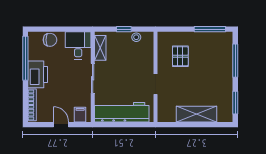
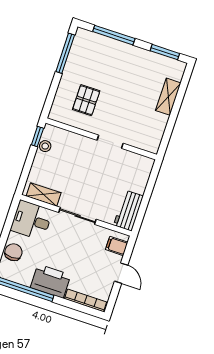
window: (124, 29) -> (37, 137), moved
pallet: (180, 56) -> (86, 100), turned 90
workbench: (122, 112) -> (128, 211), width x0.53, depth x0.76
shelving: (196, 114) -> (168, 97), width x0.67, depth x0.75
door: (61, 125) -> (121, 273), swing flipped

